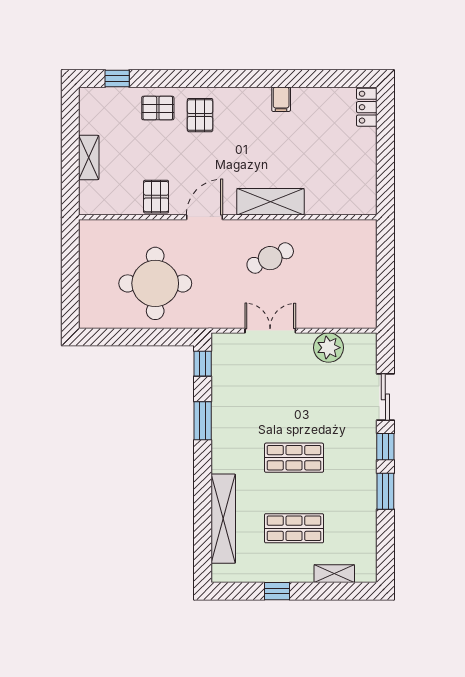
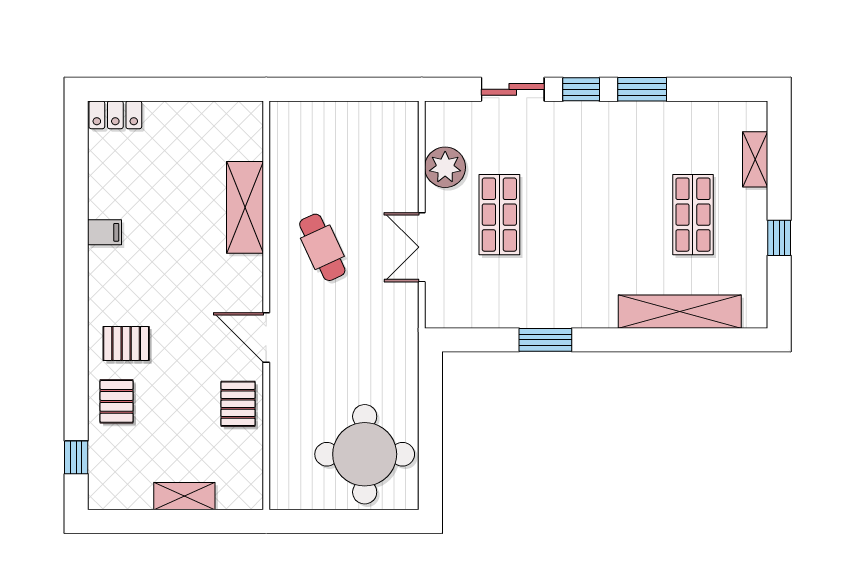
pallet: (156, 197) -> (238, 404), turned 90
shelving: (270, 202) -> (245, 207), moved
round table: (155, 283) -> (365, 454), moved
window: (203, 364) -> (467, 340), removed
shop shelf: (294, 458) -> (499, 215), moved

